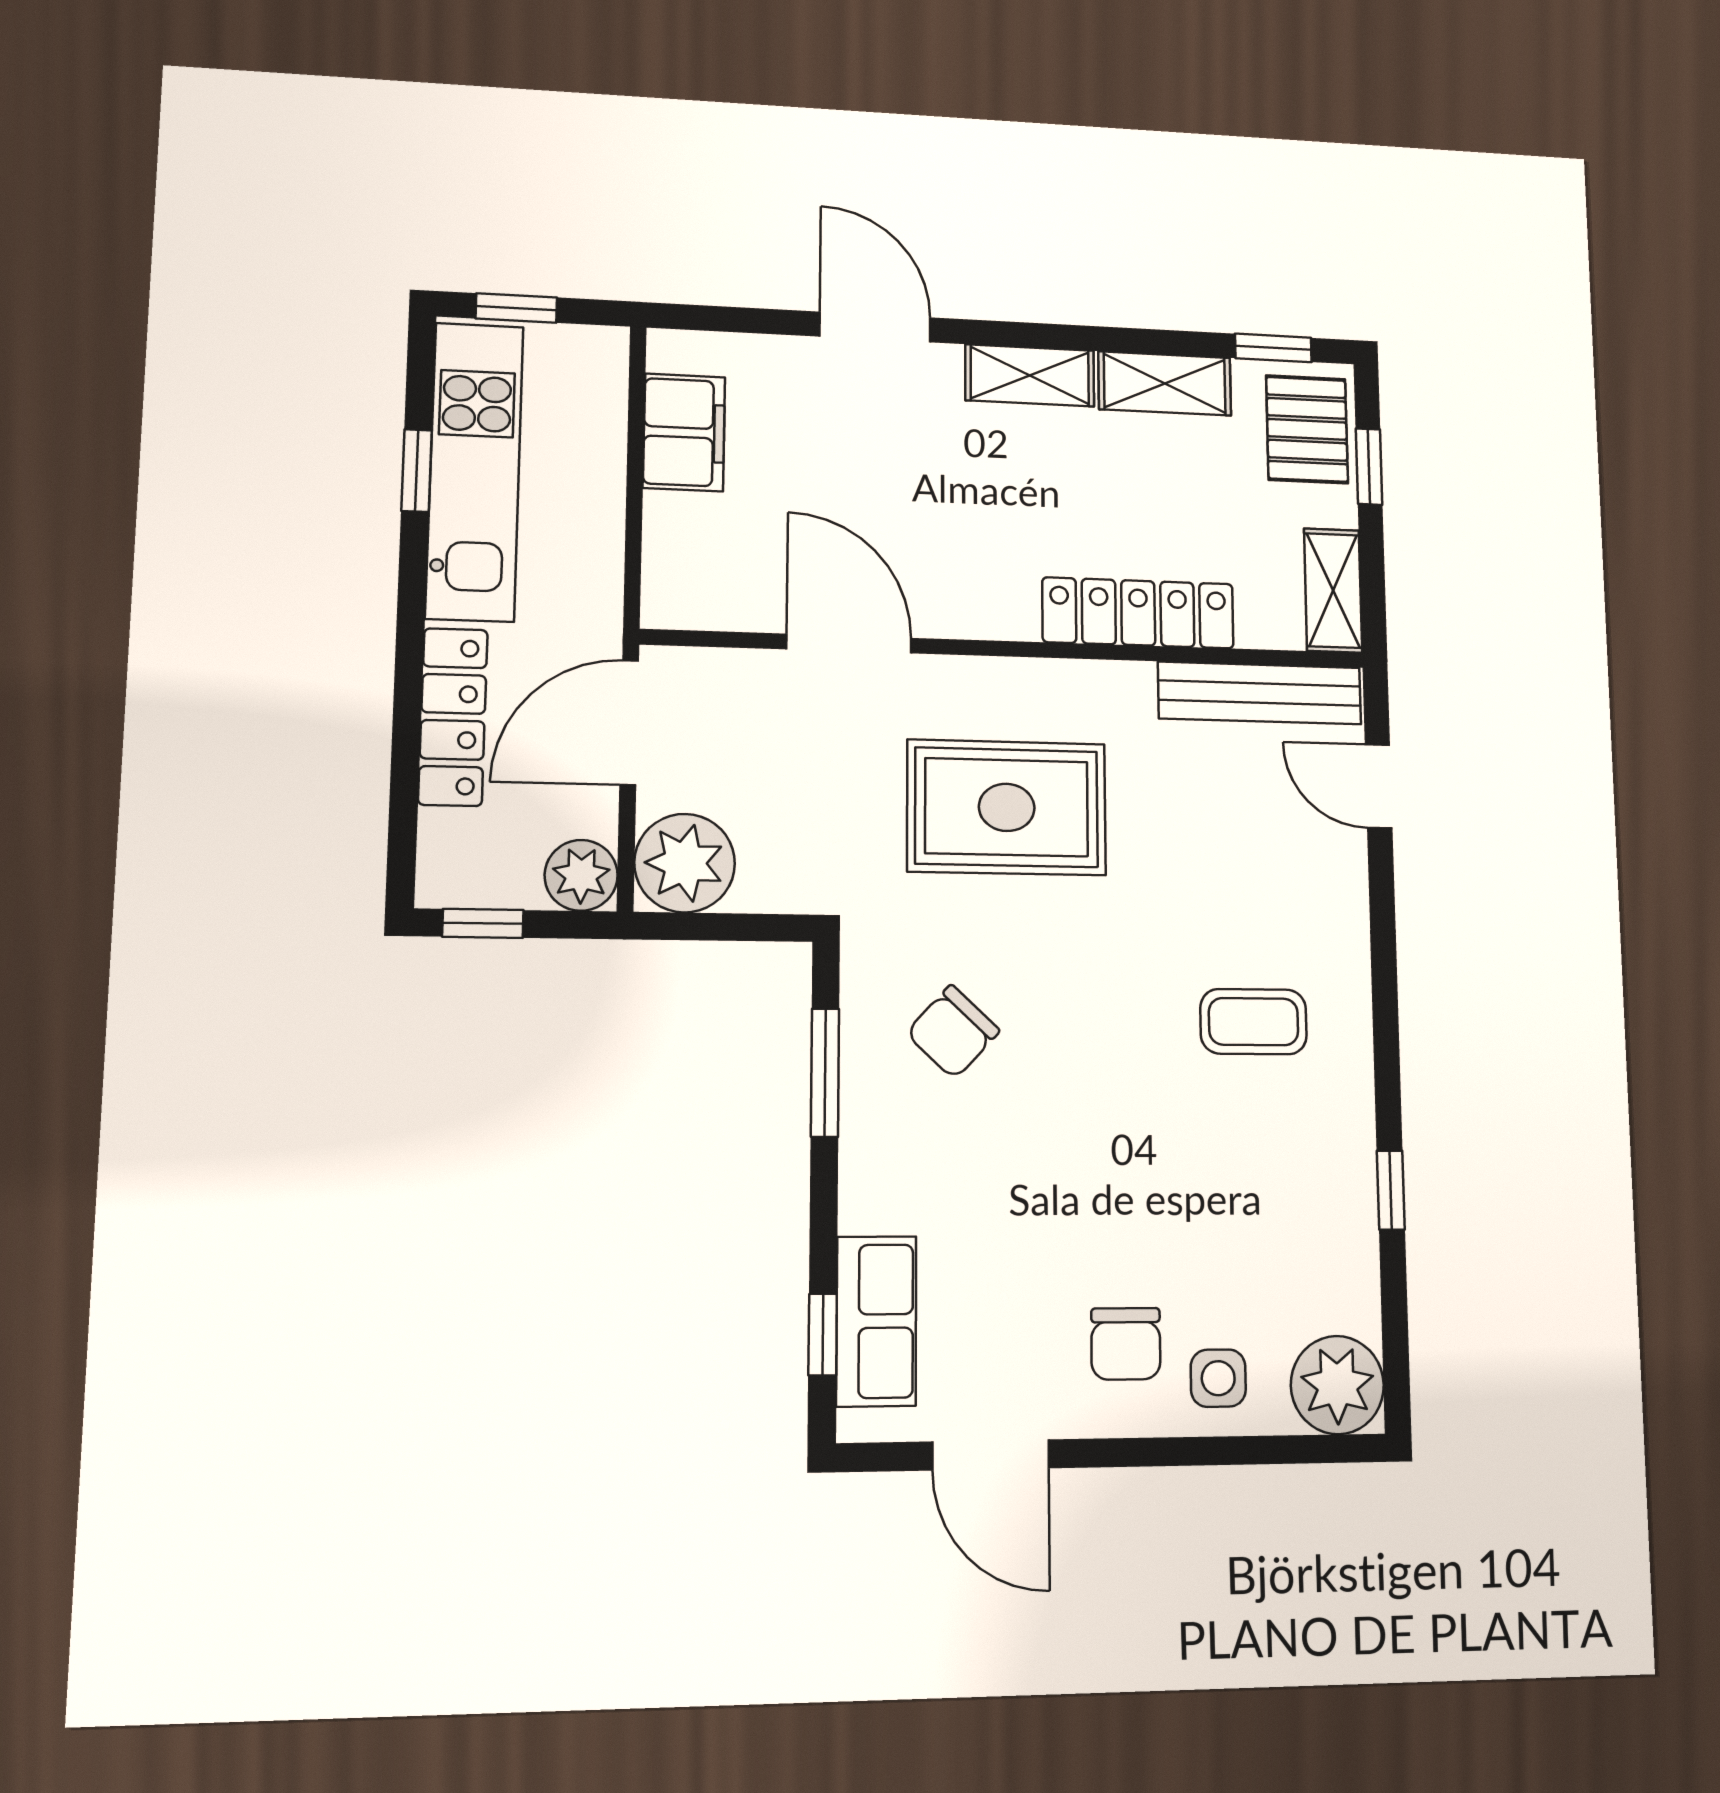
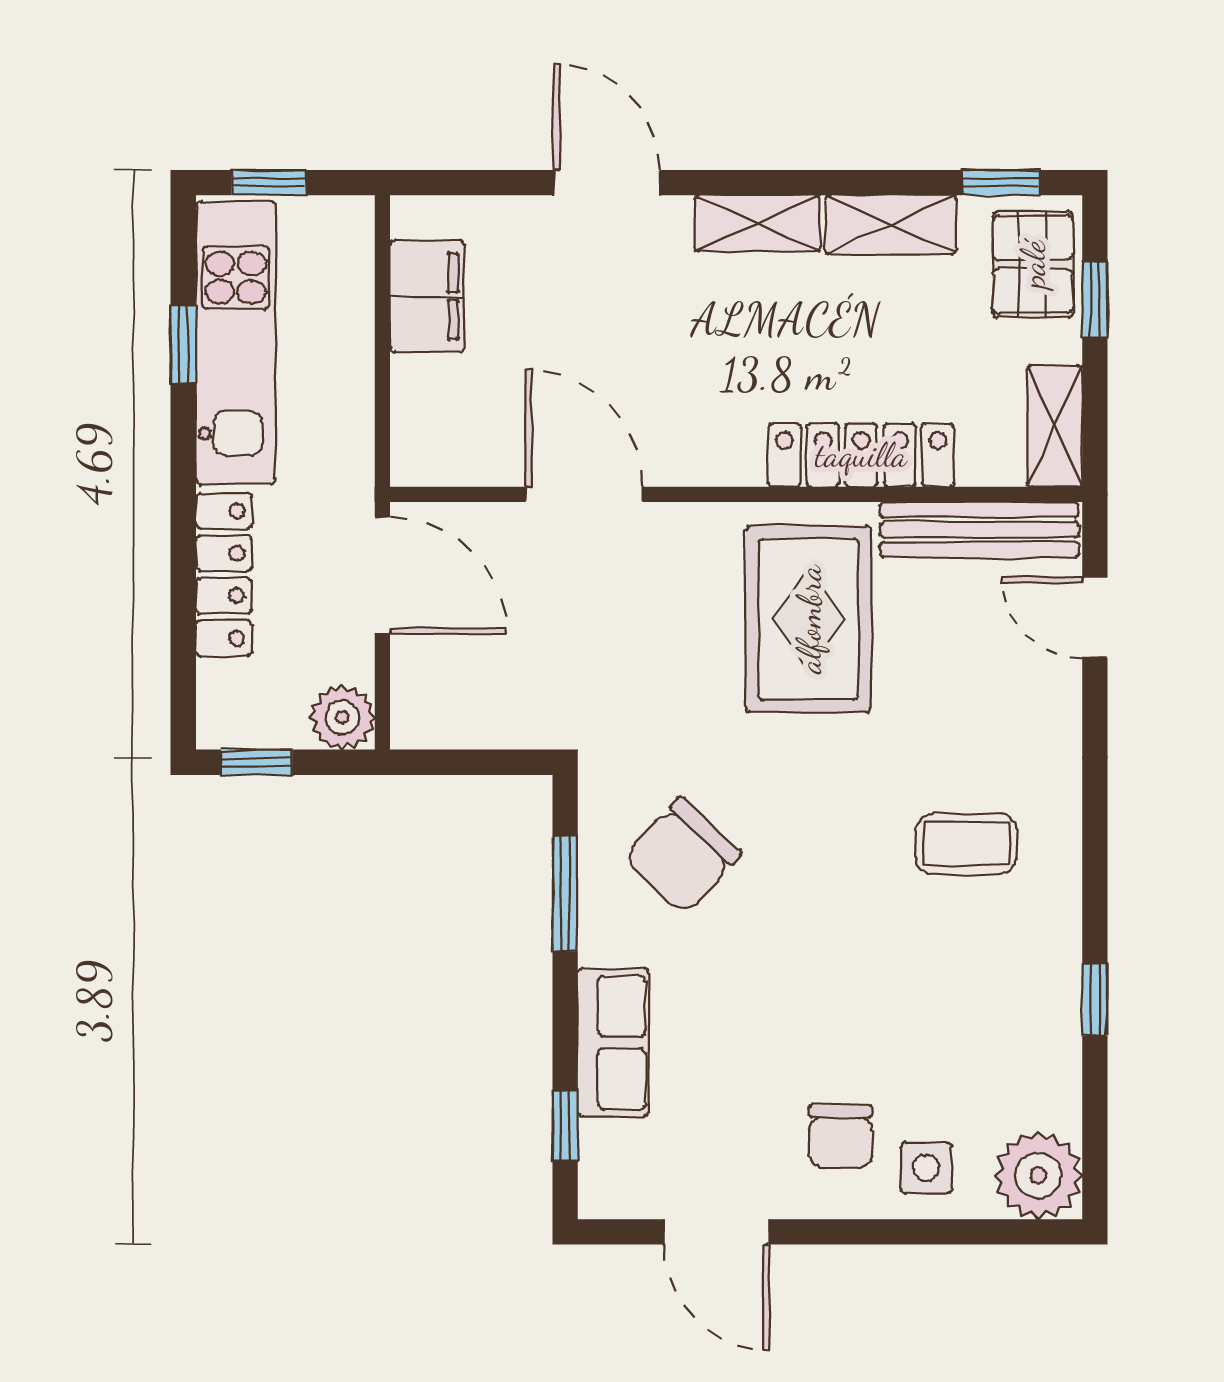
door: (629, 723) -> (382, 575), swing flipped
rug: (1007, 807) -> (809, 619), moved, turned 90
plant: (685, 863) -> (435, 704), removed
chair: (953, 1032) -> (682, 856), width x1.37, depth x1.37
row of seats: (876, 1321) -> (613, 1043), moved

